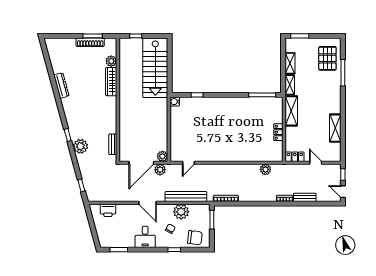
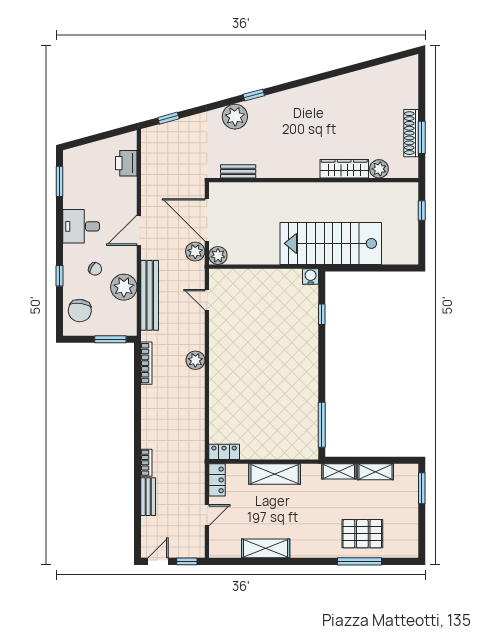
pallet: (327, 58) -> (362, 534), moved
stairs: (155, 68) -> (331, 243), moved
dresser: (61, 86) -> (338, 84), removed
shelving: (291, 111) -> (275, 474), moved
locker: (278, 132) -> (224, 452), moved
plant: (265, 169) -> (195, 360), moved

